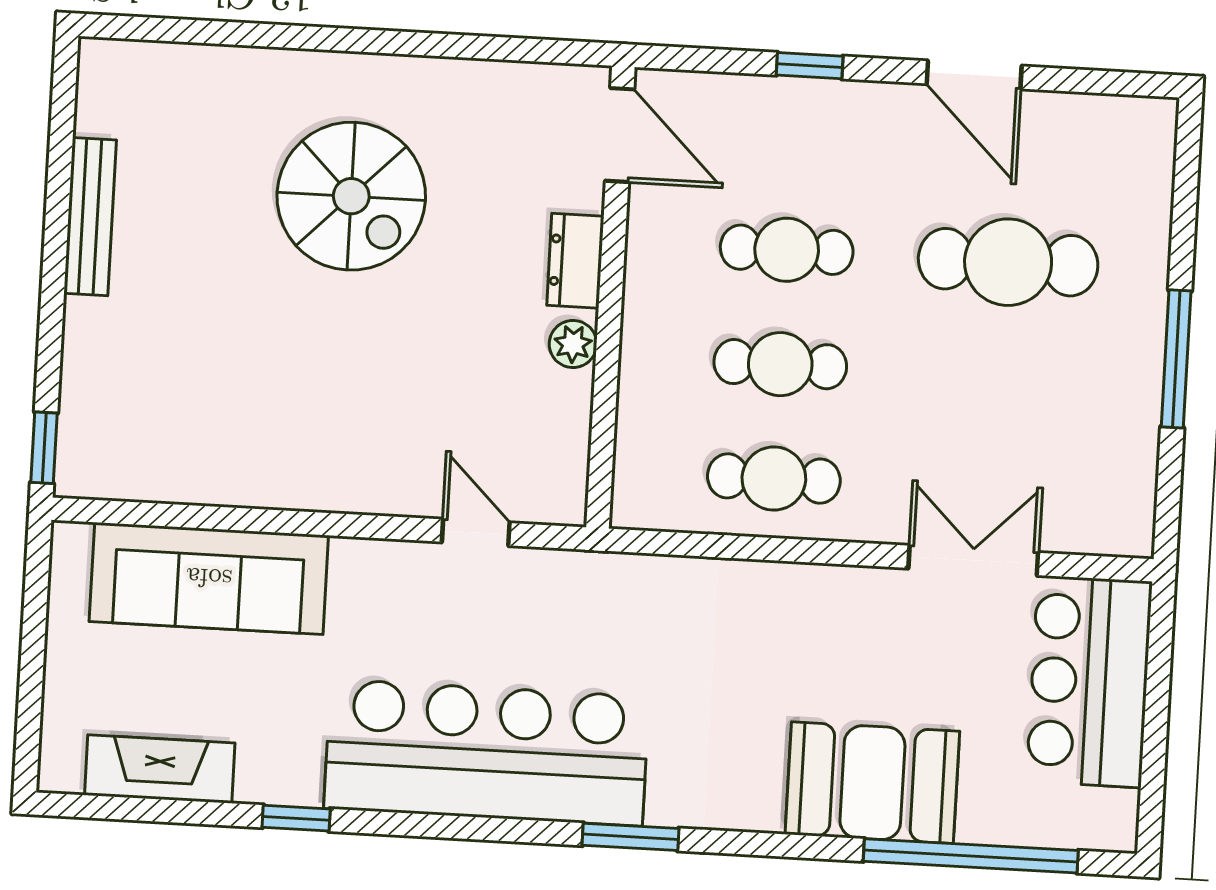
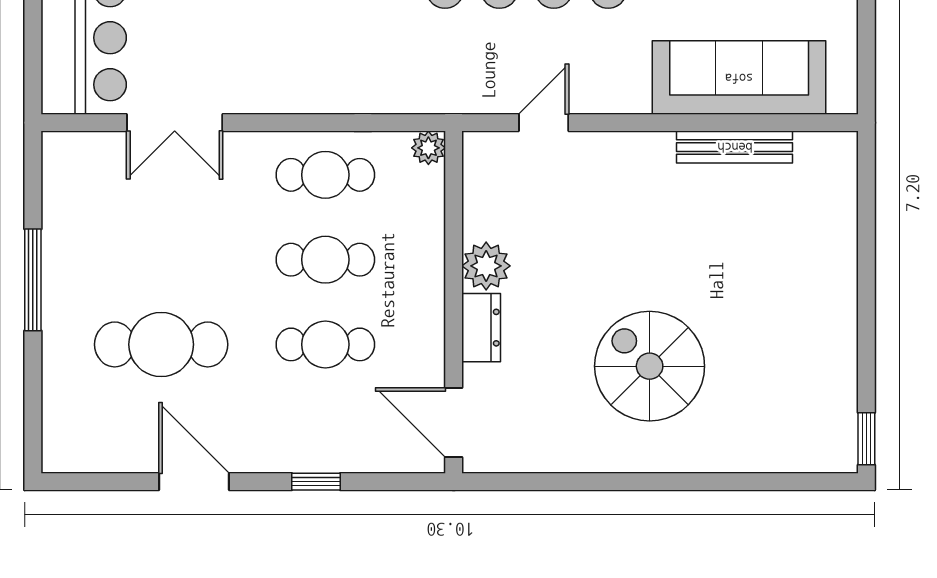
bench: (90, 217) -> (735, 147), moved, turned 90
plant: (573, 344) -> (486, 266), width x1.38, depth x1.38
window: (44, 448) -> (866, 439), moved
plant: (633, 507) -> (428, 148), added
door: (476, 532) -> (544, 123), swing flipped

